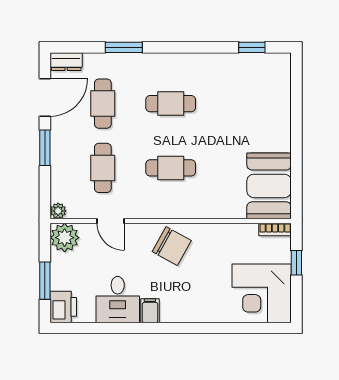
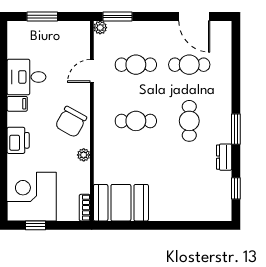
window: (124, 47) -> (236, 129), moved
dresser: (66, 62) -> (224, 157), moved
window: (45, 148) -> (117, 17), moved
cafe table: (171, 168) -> (136, 121), turned 90
plant: (65, 238) -> (84, 155), moved, width x0.53, depth x0.53
window: (296, 263) -> (36, 225), moved
printer: (63, 307) -> (18, 140), moved, turned -90

